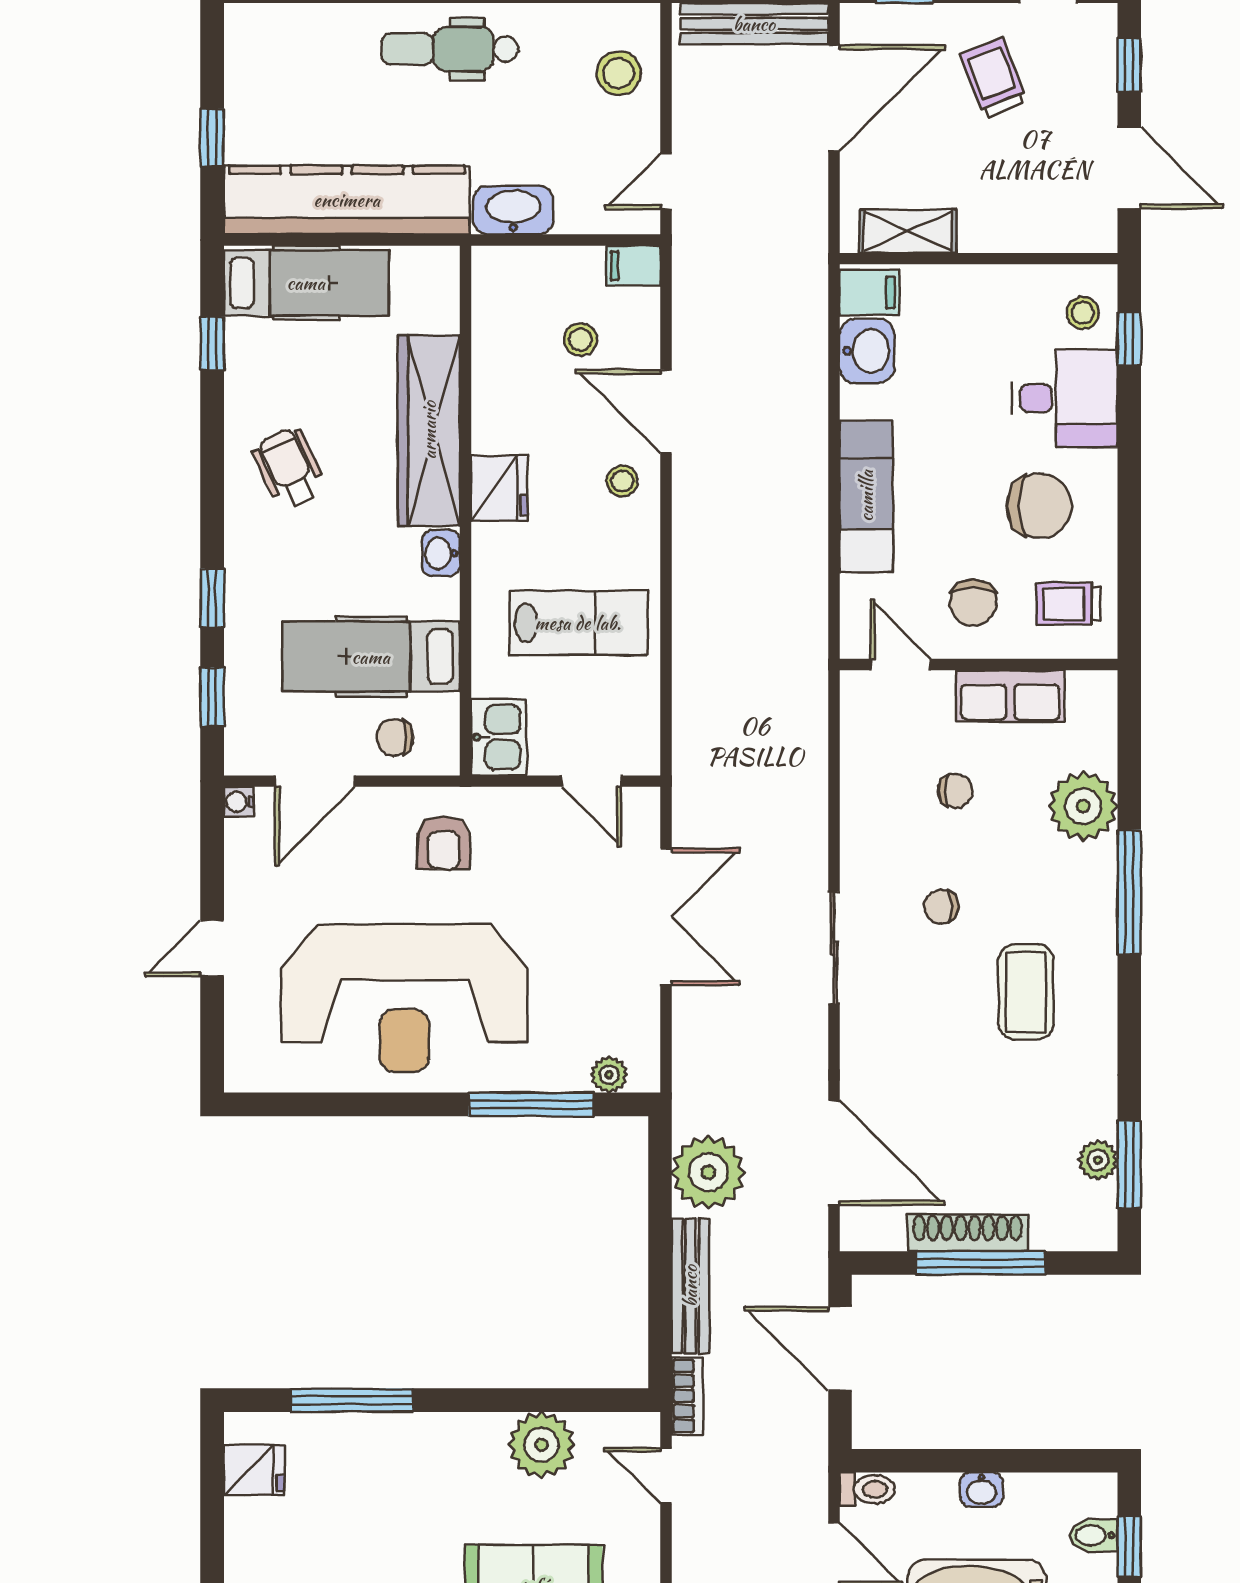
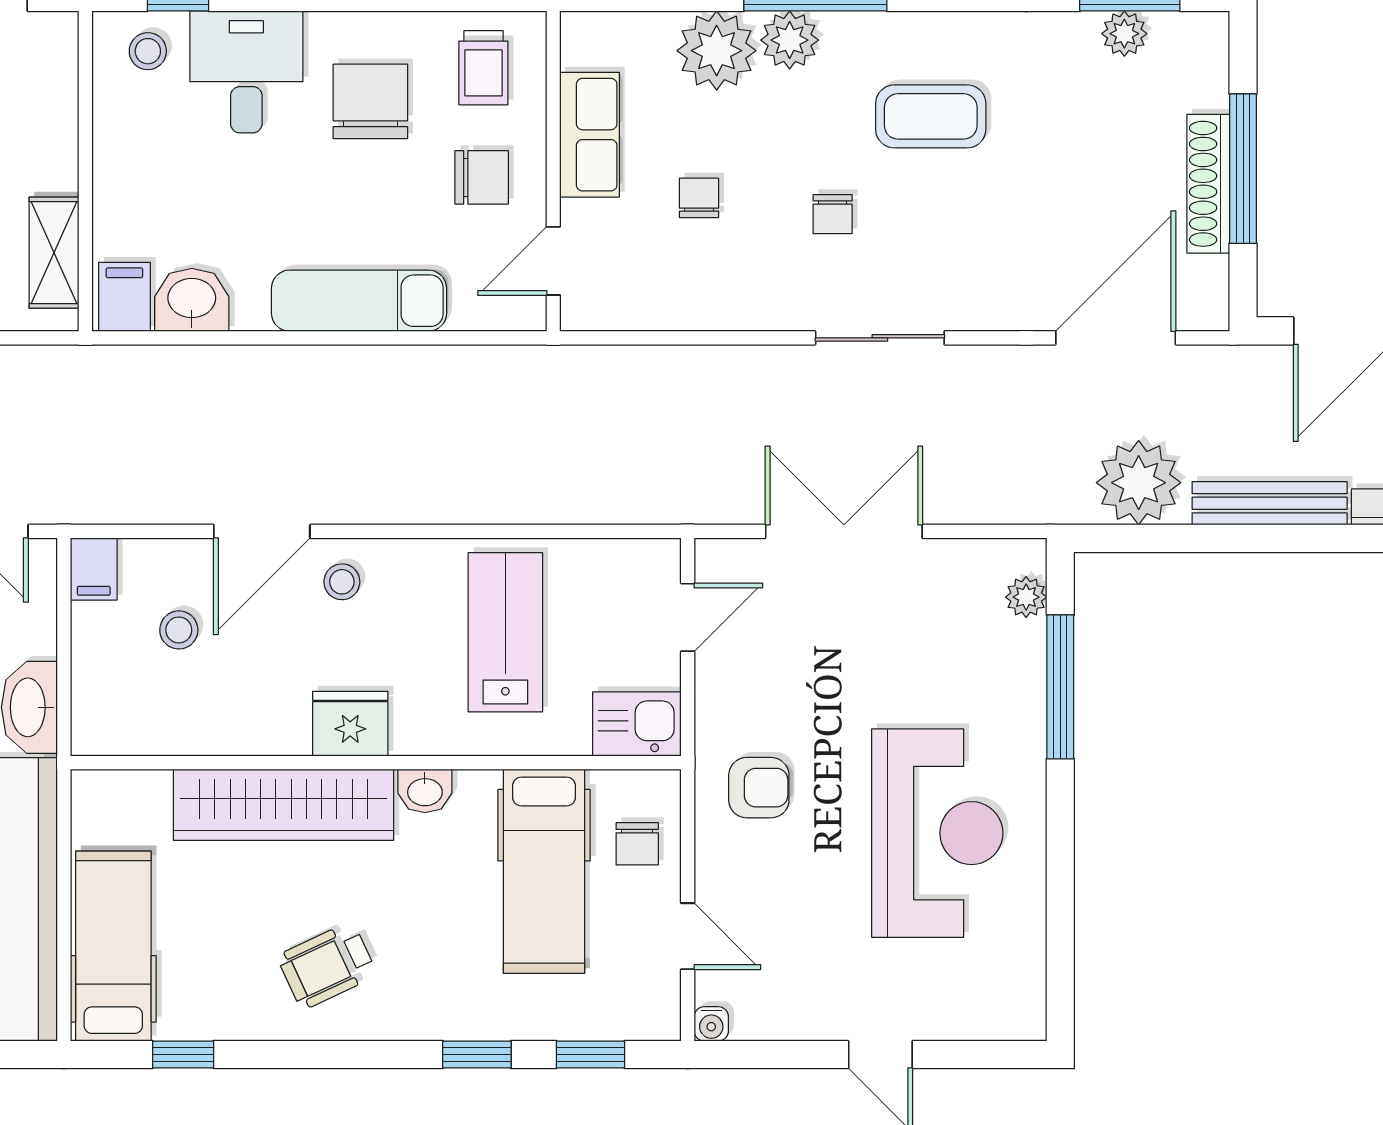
door: (315, 781) -> (688, 936), width x0.73
plant: (1092, 870) -> (790, 40), added
reception desk: (404, 998) -> (937, 833), width x0.74, depth x0.77

